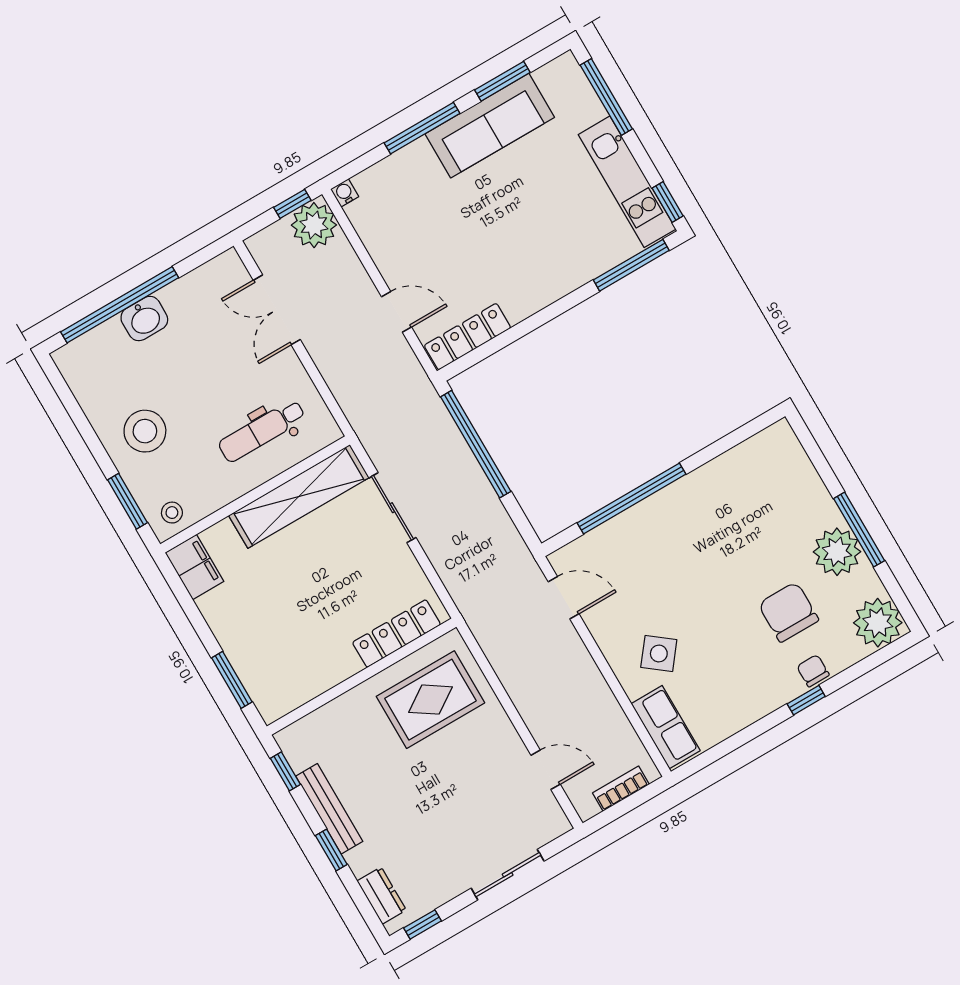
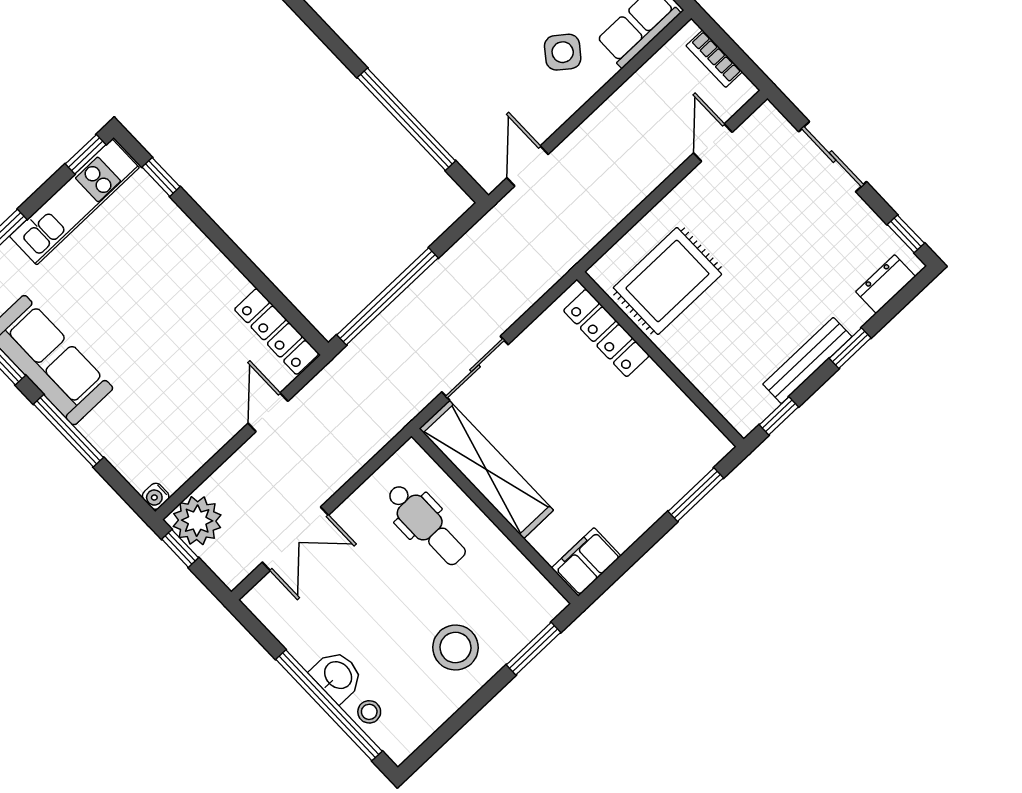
window: (631, 265) -> (161, 177), width x0.46
stool: (172, 513) -> (369, 712), moved
rug: (430, 700) -> (667, 281), turned 90

